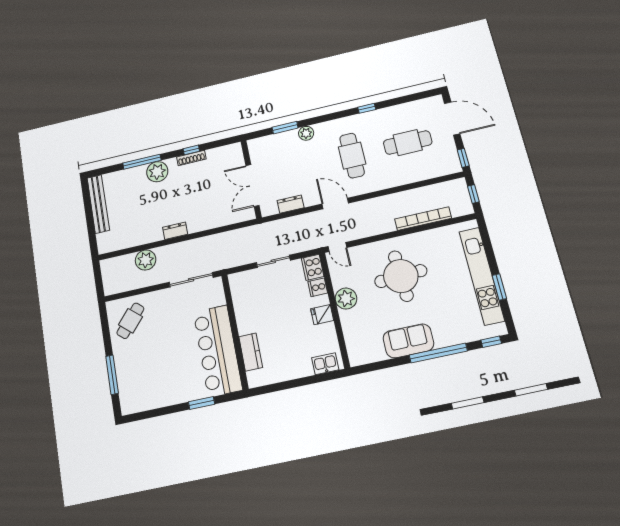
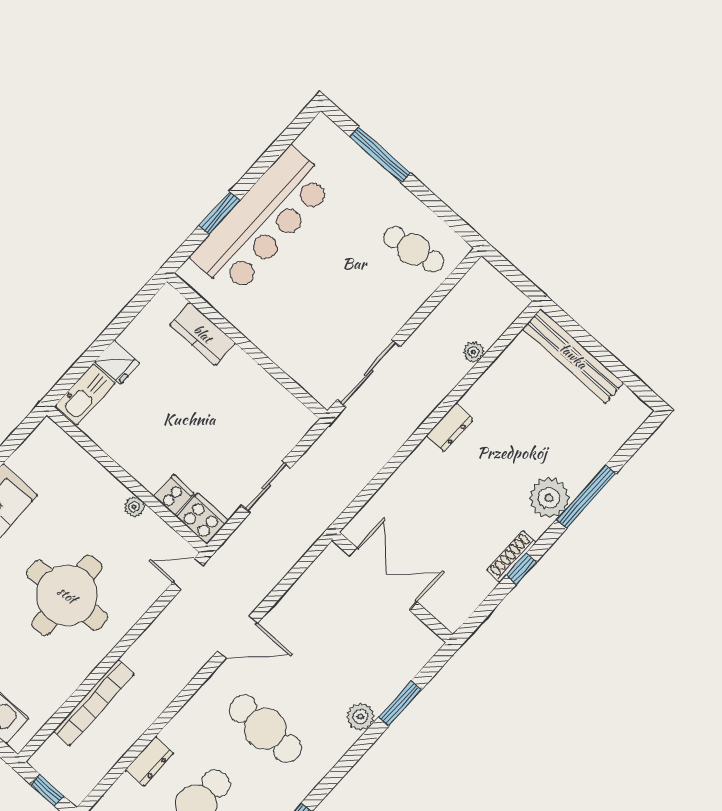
bench: (98, 204) -> (573, 356), moved
dresser: (291, 204) -> (150, 761), moved
plant: (146, 260) -> (473, 352), width x0.53, depth x0.53
plant: (346, 299) -> (134, 507), width x0.53, depth x0.53
fridge: (322, 315) -> (117, 362), moved, turned 90
cafe table: (130, 321) -> (414, 249), turned -51
bar counter: (218, 351) -> (263, 221), moved, turned 90
kitchen sink: (325, 364) -> (85, 394), width x1.38

